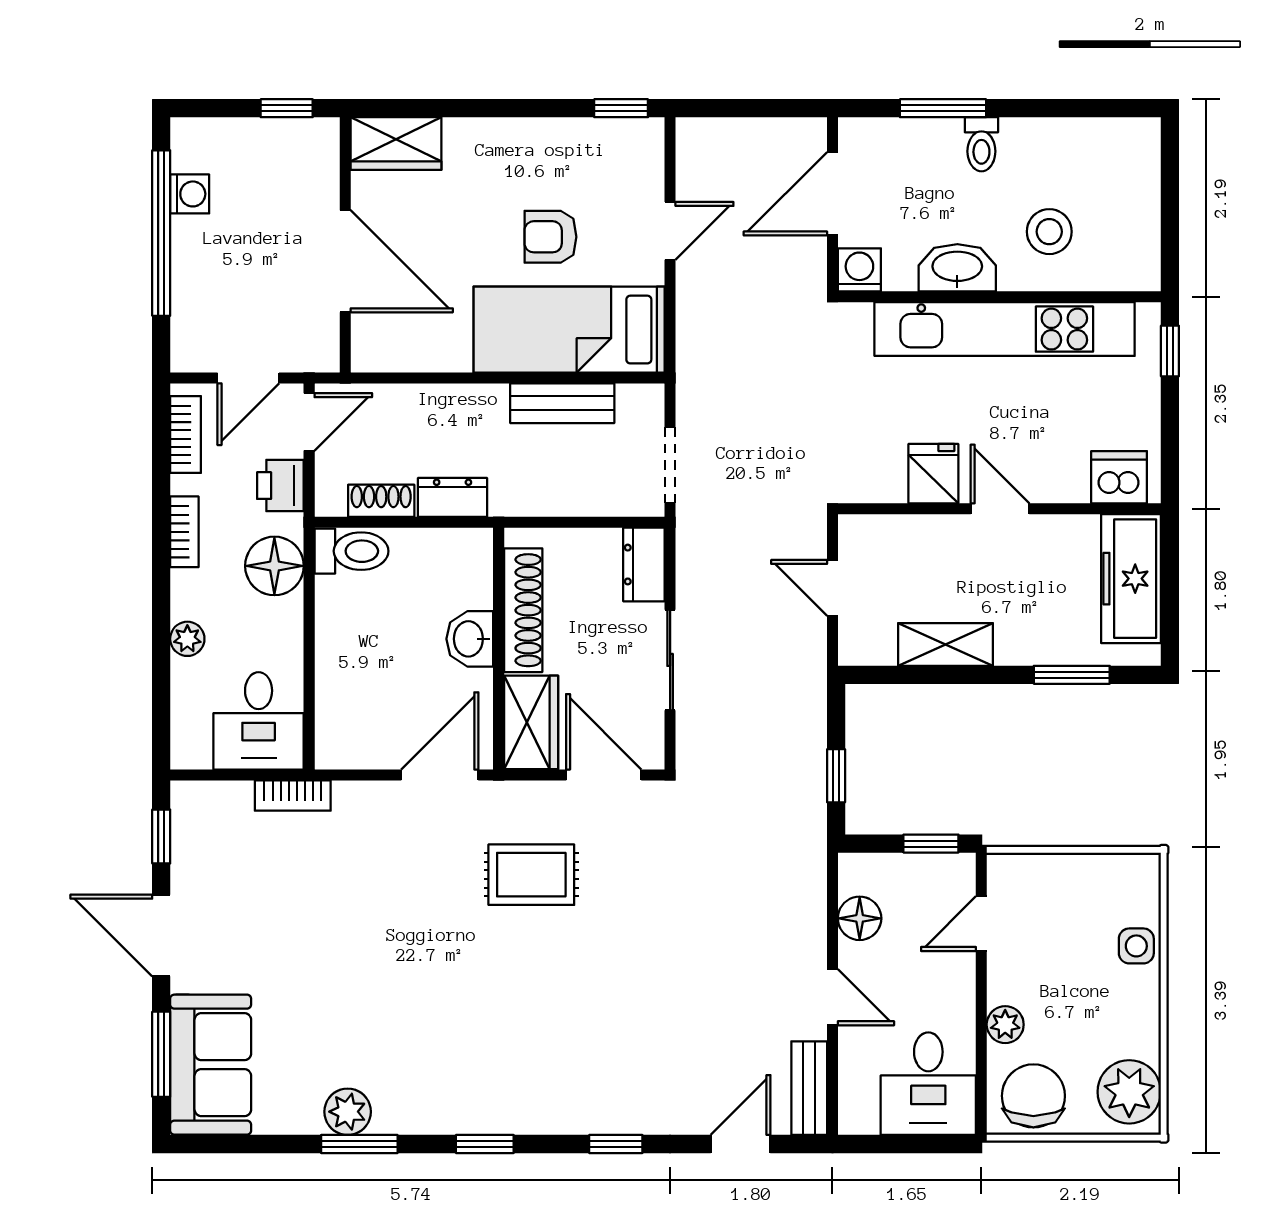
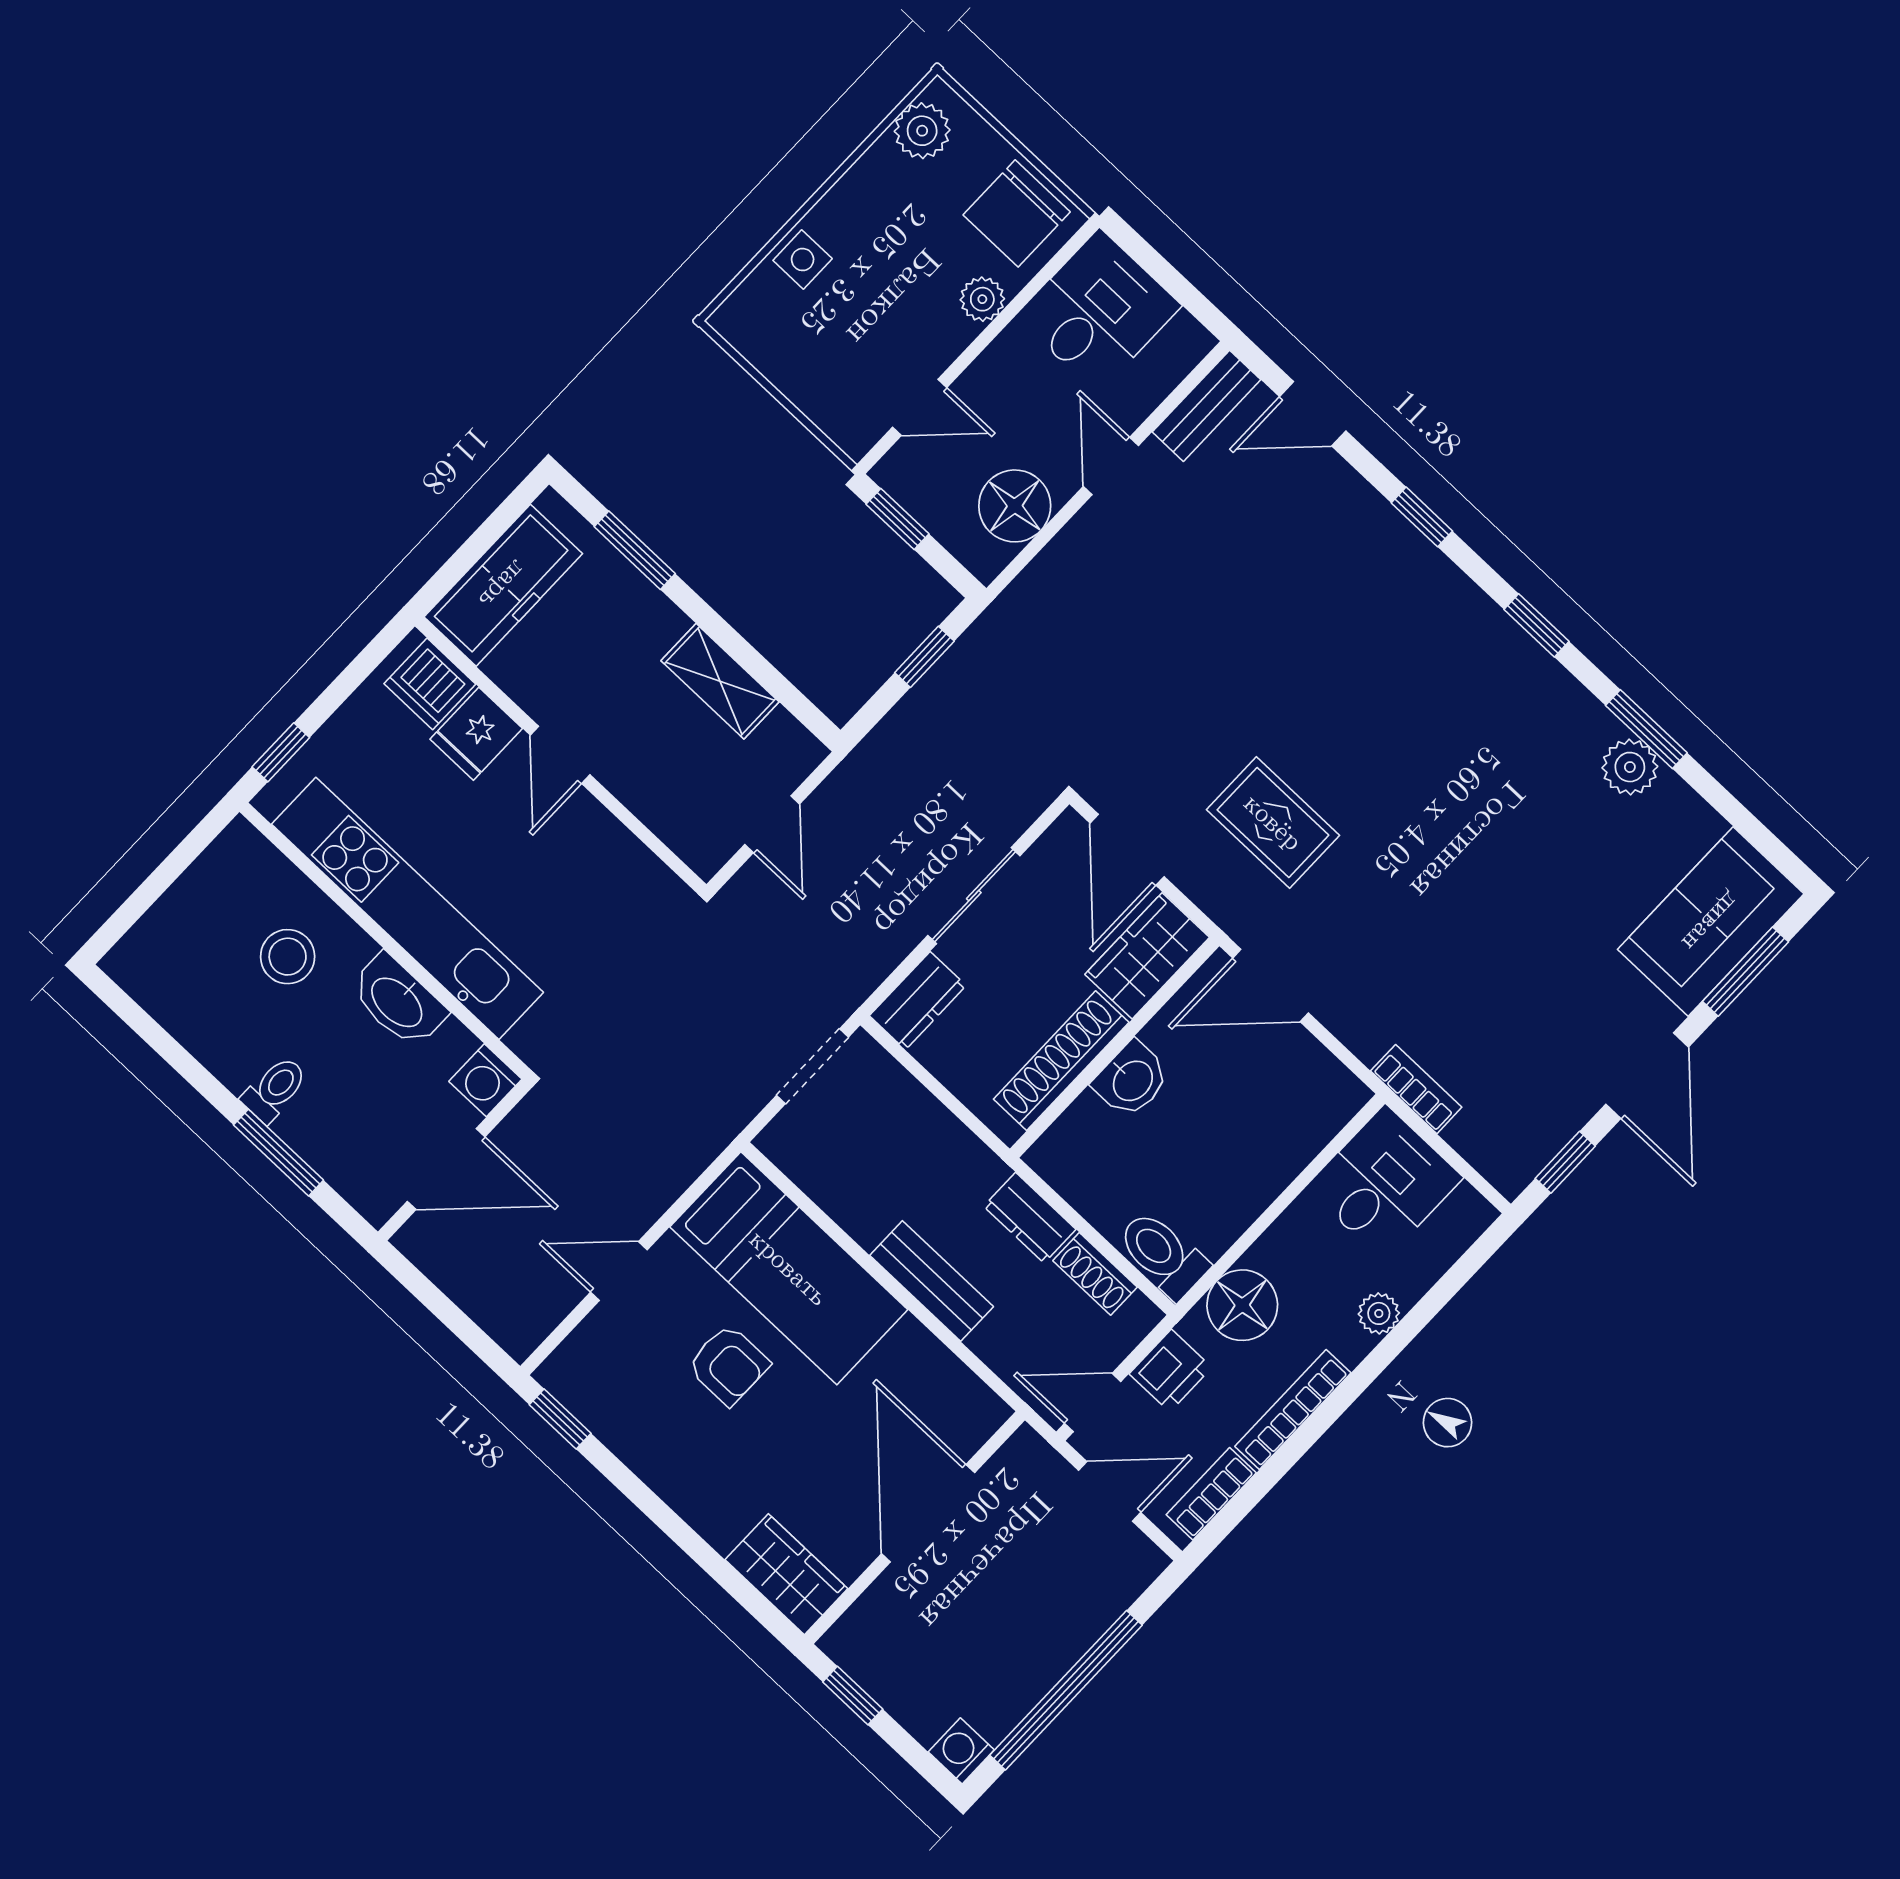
washing machine: (190, 194) -> (961, 1751), moved
bench: (562, 403) -> (932, 1281), moved
fridge: (933, 474) -> (476, 734), moved
bookcase: (184, 532) -> (1293, 1410), width x1.56
floor lamp: (860, 918) -> (1015, 506), width x1.38, depth x1.38
plant: (1129, 1092) -> (922, 131), width x0.73, depth x0.73

